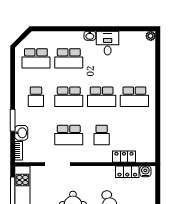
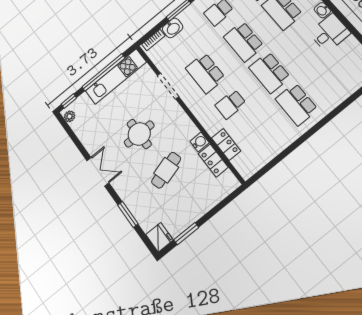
water cooler: (145, 171) -> (200, 142), moved

